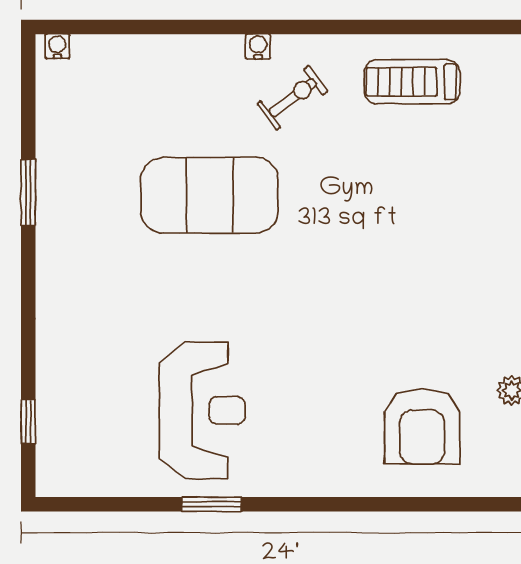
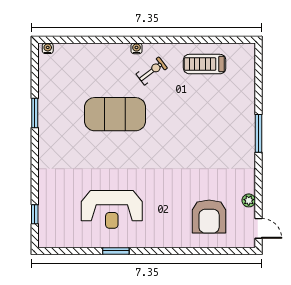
reception desk: (202, 410) -> (112, 209), turned 90

